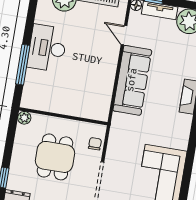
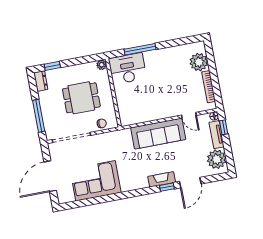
door: (124, 35) -> (189, 115), swing flipped
desk: (47, 48) -> (128, 69), moved

